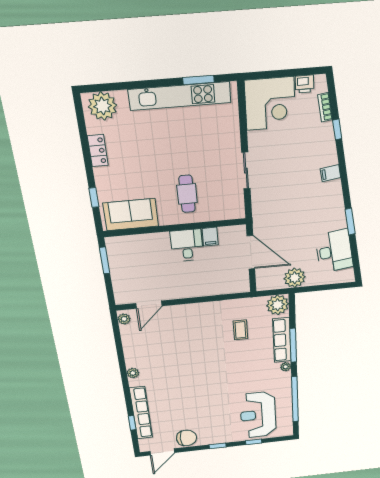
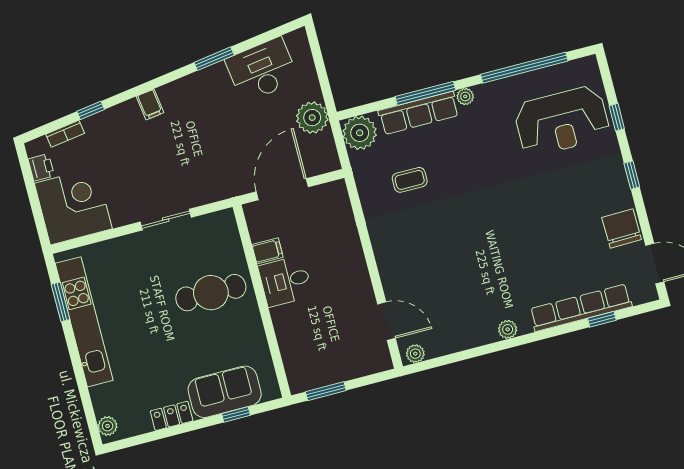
plant: (103, 106) -> (108, 426), width x0.53, depth x0.53
cafe table: (187, 194) -> (211, 293), width x1.37, depth x1.35
sofa: (131, 215) -> (225, 392), moved, turned 90

